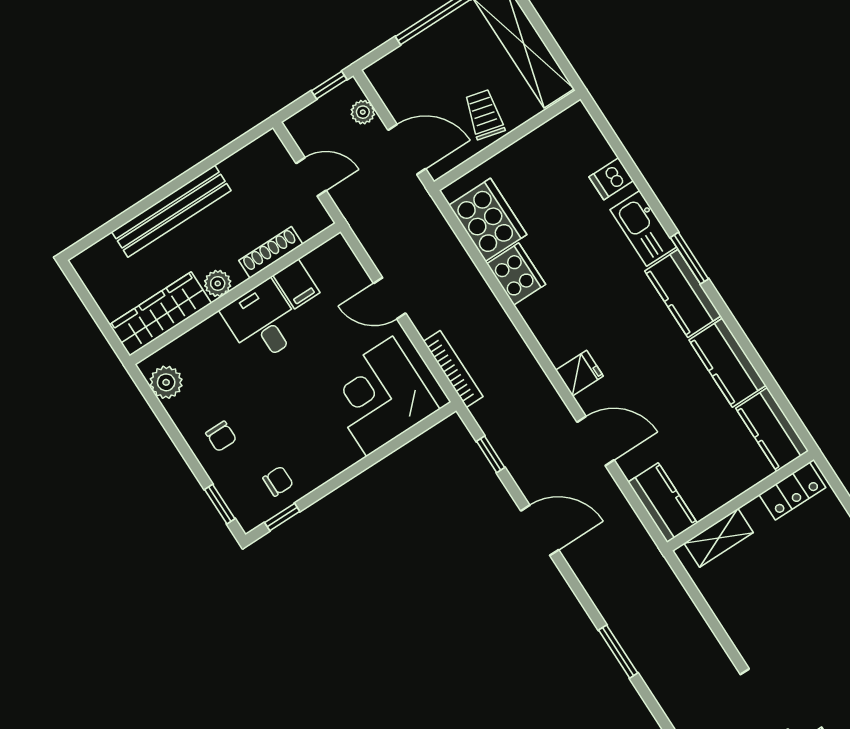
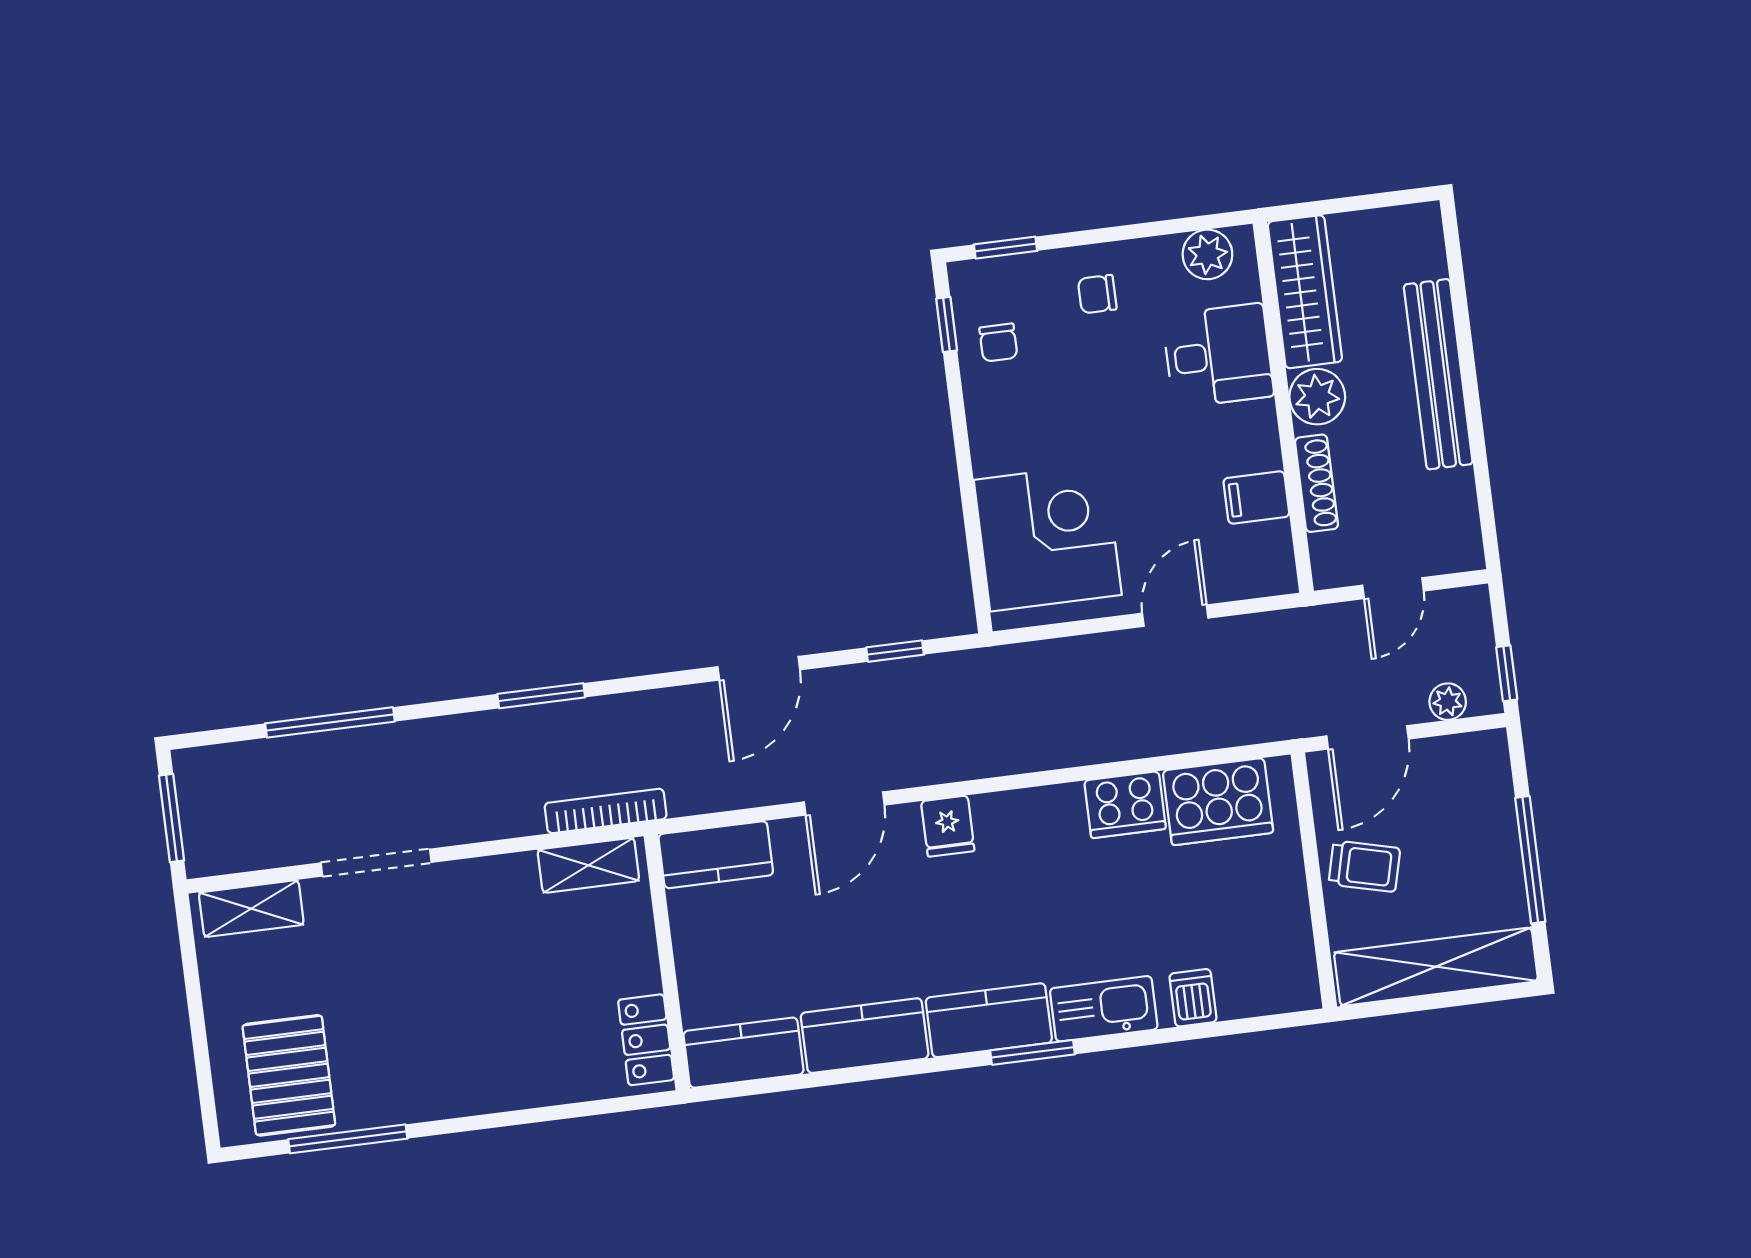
plant: (218, 283) -> (1317, 397), width x1.38, depth x1.38
desk: (263, 322) -> (1218, 356), moved
bookcase: (453, 369) -> (606, 811), moved, turned 180
shelving: (719, 538) -> (588, 865), moved, turned 90

